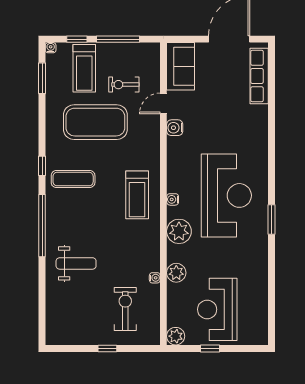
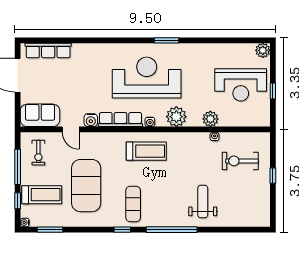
exercise bike: (124, 85) -> (38, 153), moved
row of seats: (175, 164) -> (120, 120), added
plant: (176, 336) -> (263, 50), moved

